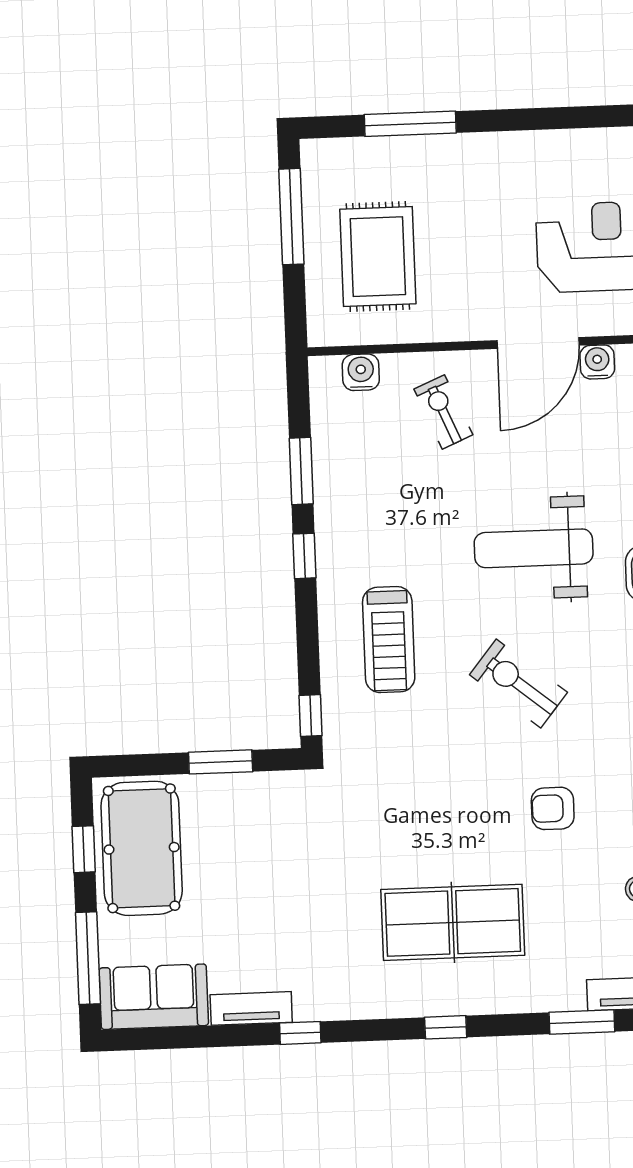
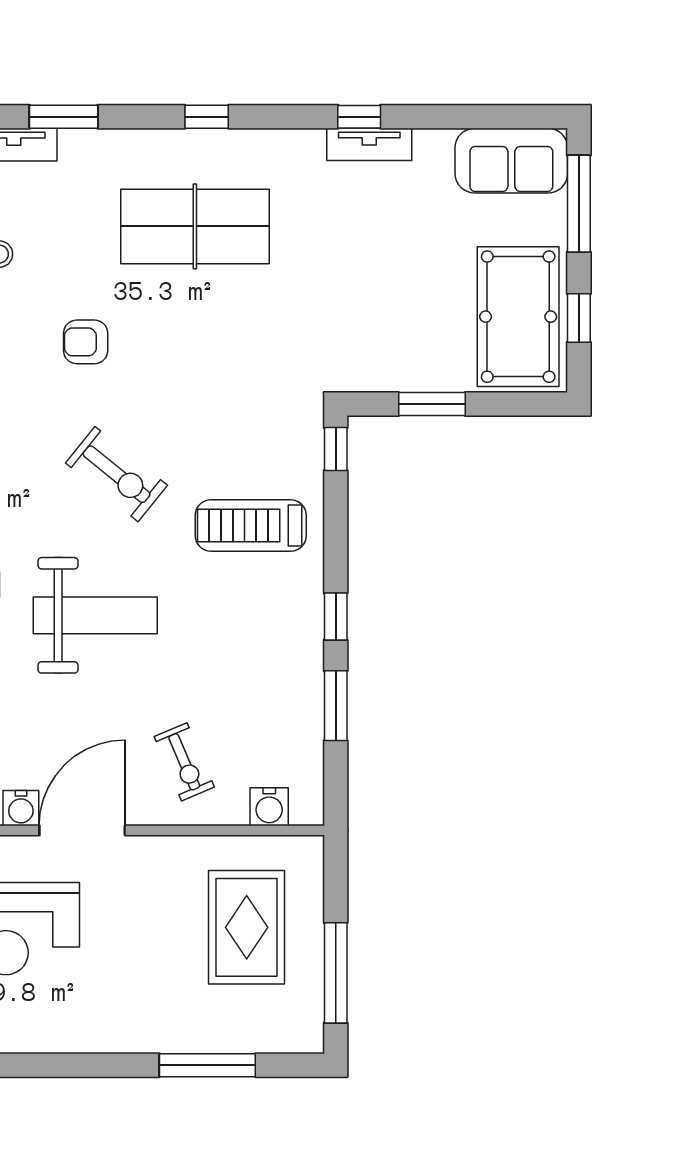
treadmill: (389, 640) -> (251, 525), turned -90
armchair: (553, 808) -> (86, 342), turned 180
tv unit: (251, 1008) -> (369, 144), moved

